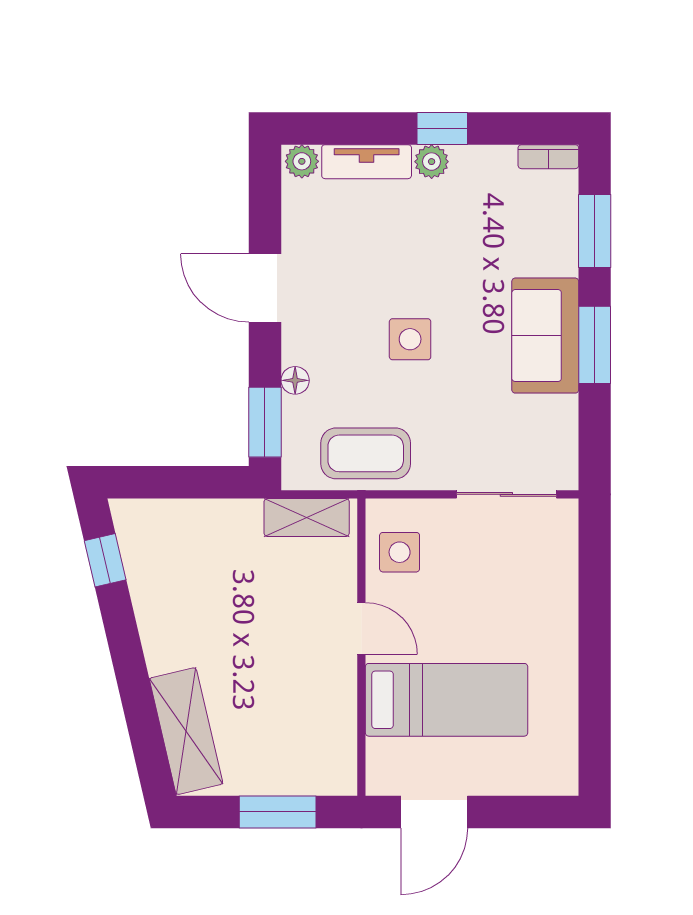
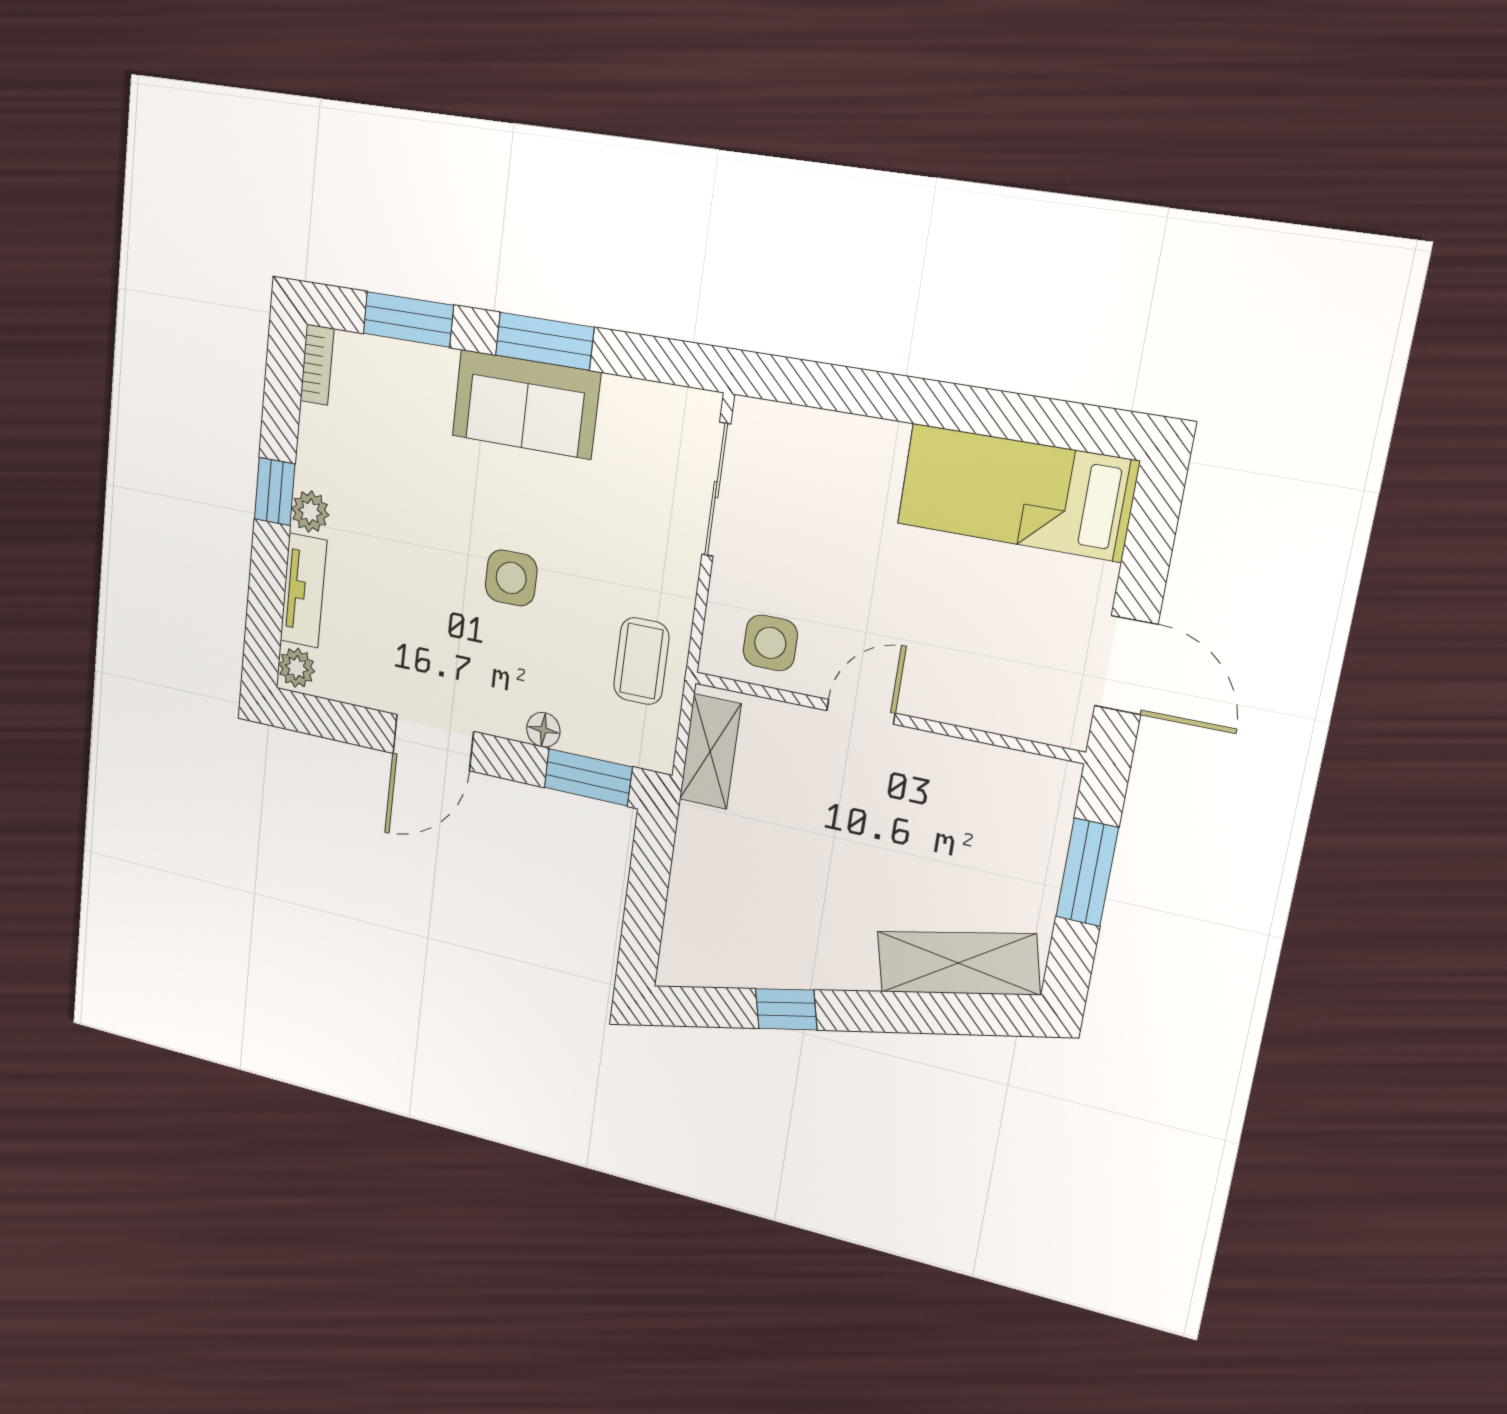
coffee table: (366, 453) -> (641, 661), width x0.73, depth x0.77
window: (105, 560) -> (786, 1009), moved
bed: (447, 700) -> (1017, 492), moved, turned -90

